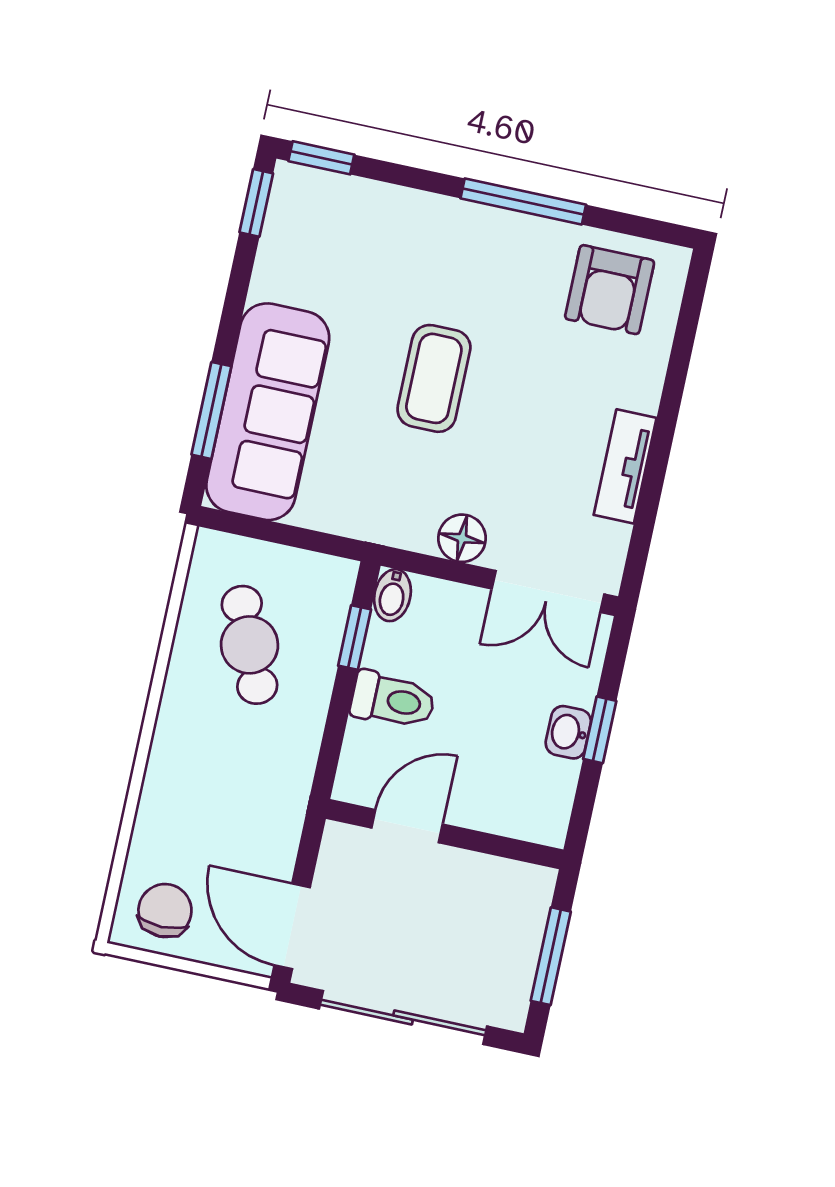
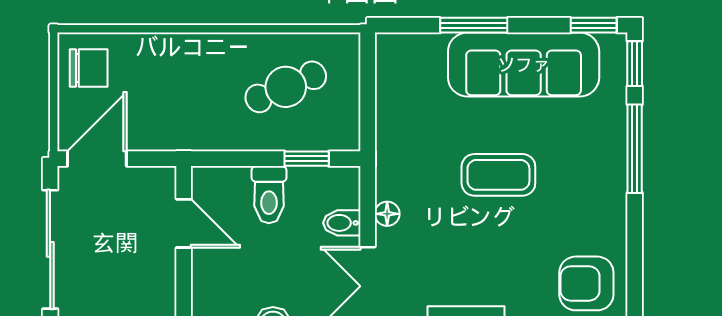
window: (523, 201) -> (635, 149), moved
window: (211, 410) -> (474, 25), moved
sofa: (268, 412) -> (524, 65), moved
floor lamp: (462, 538) -> (387, 214), width x0.73, depth x0.73
bidet: (392, 595) -> (342, 223), moved

